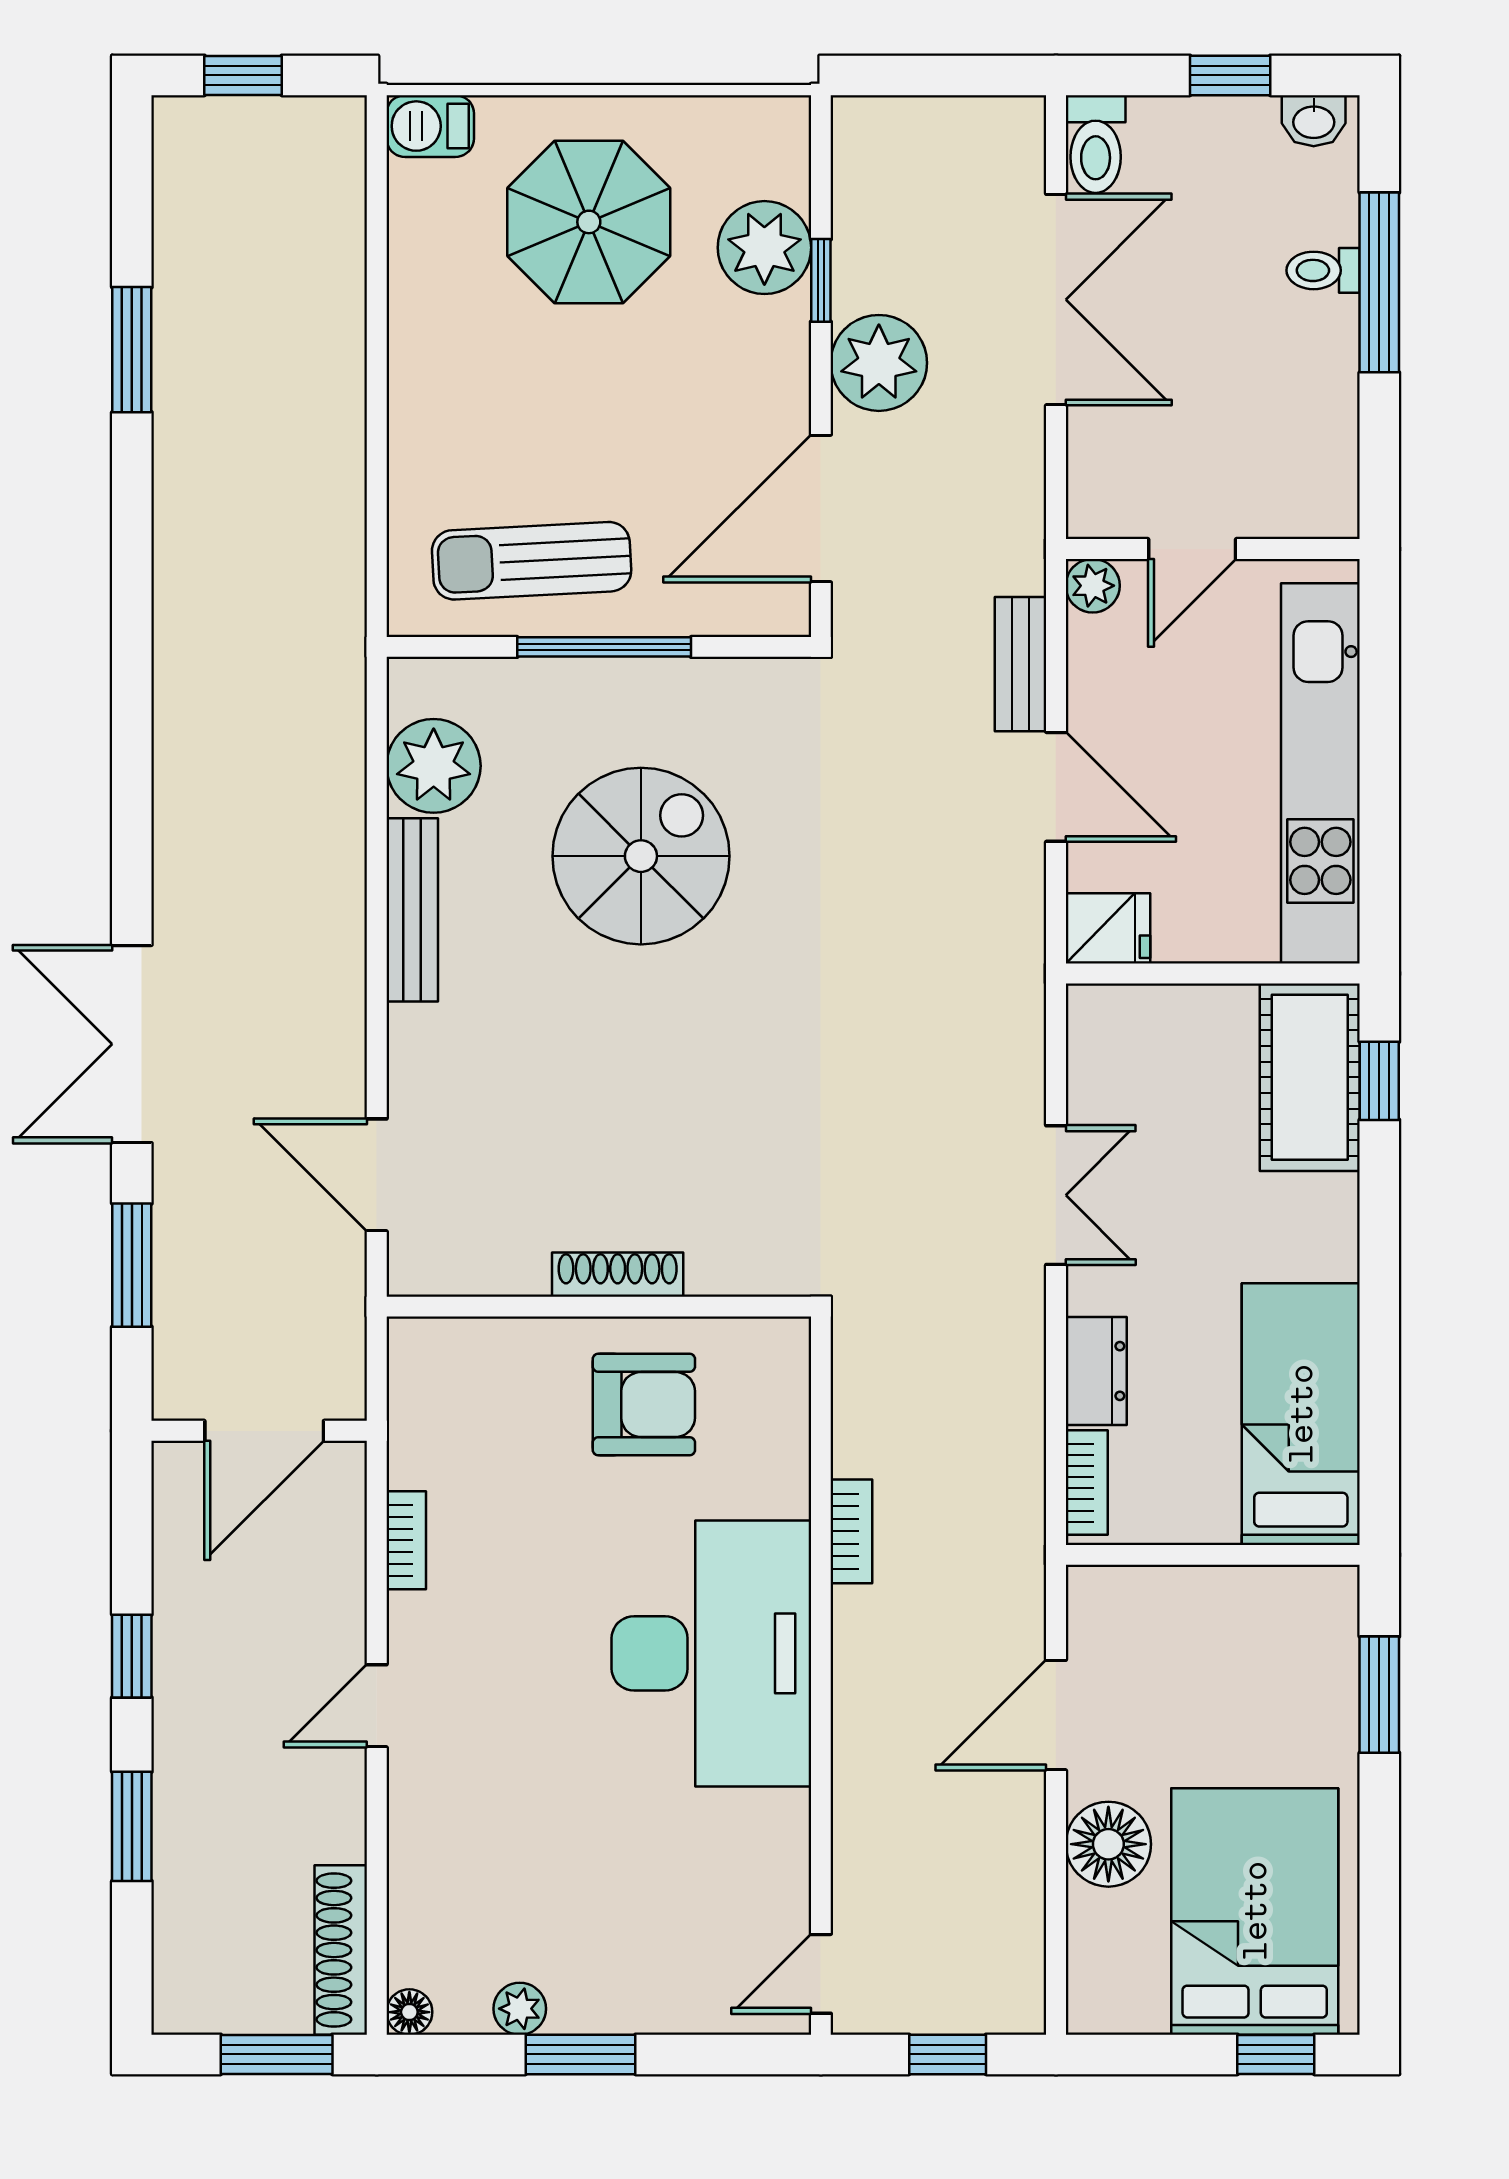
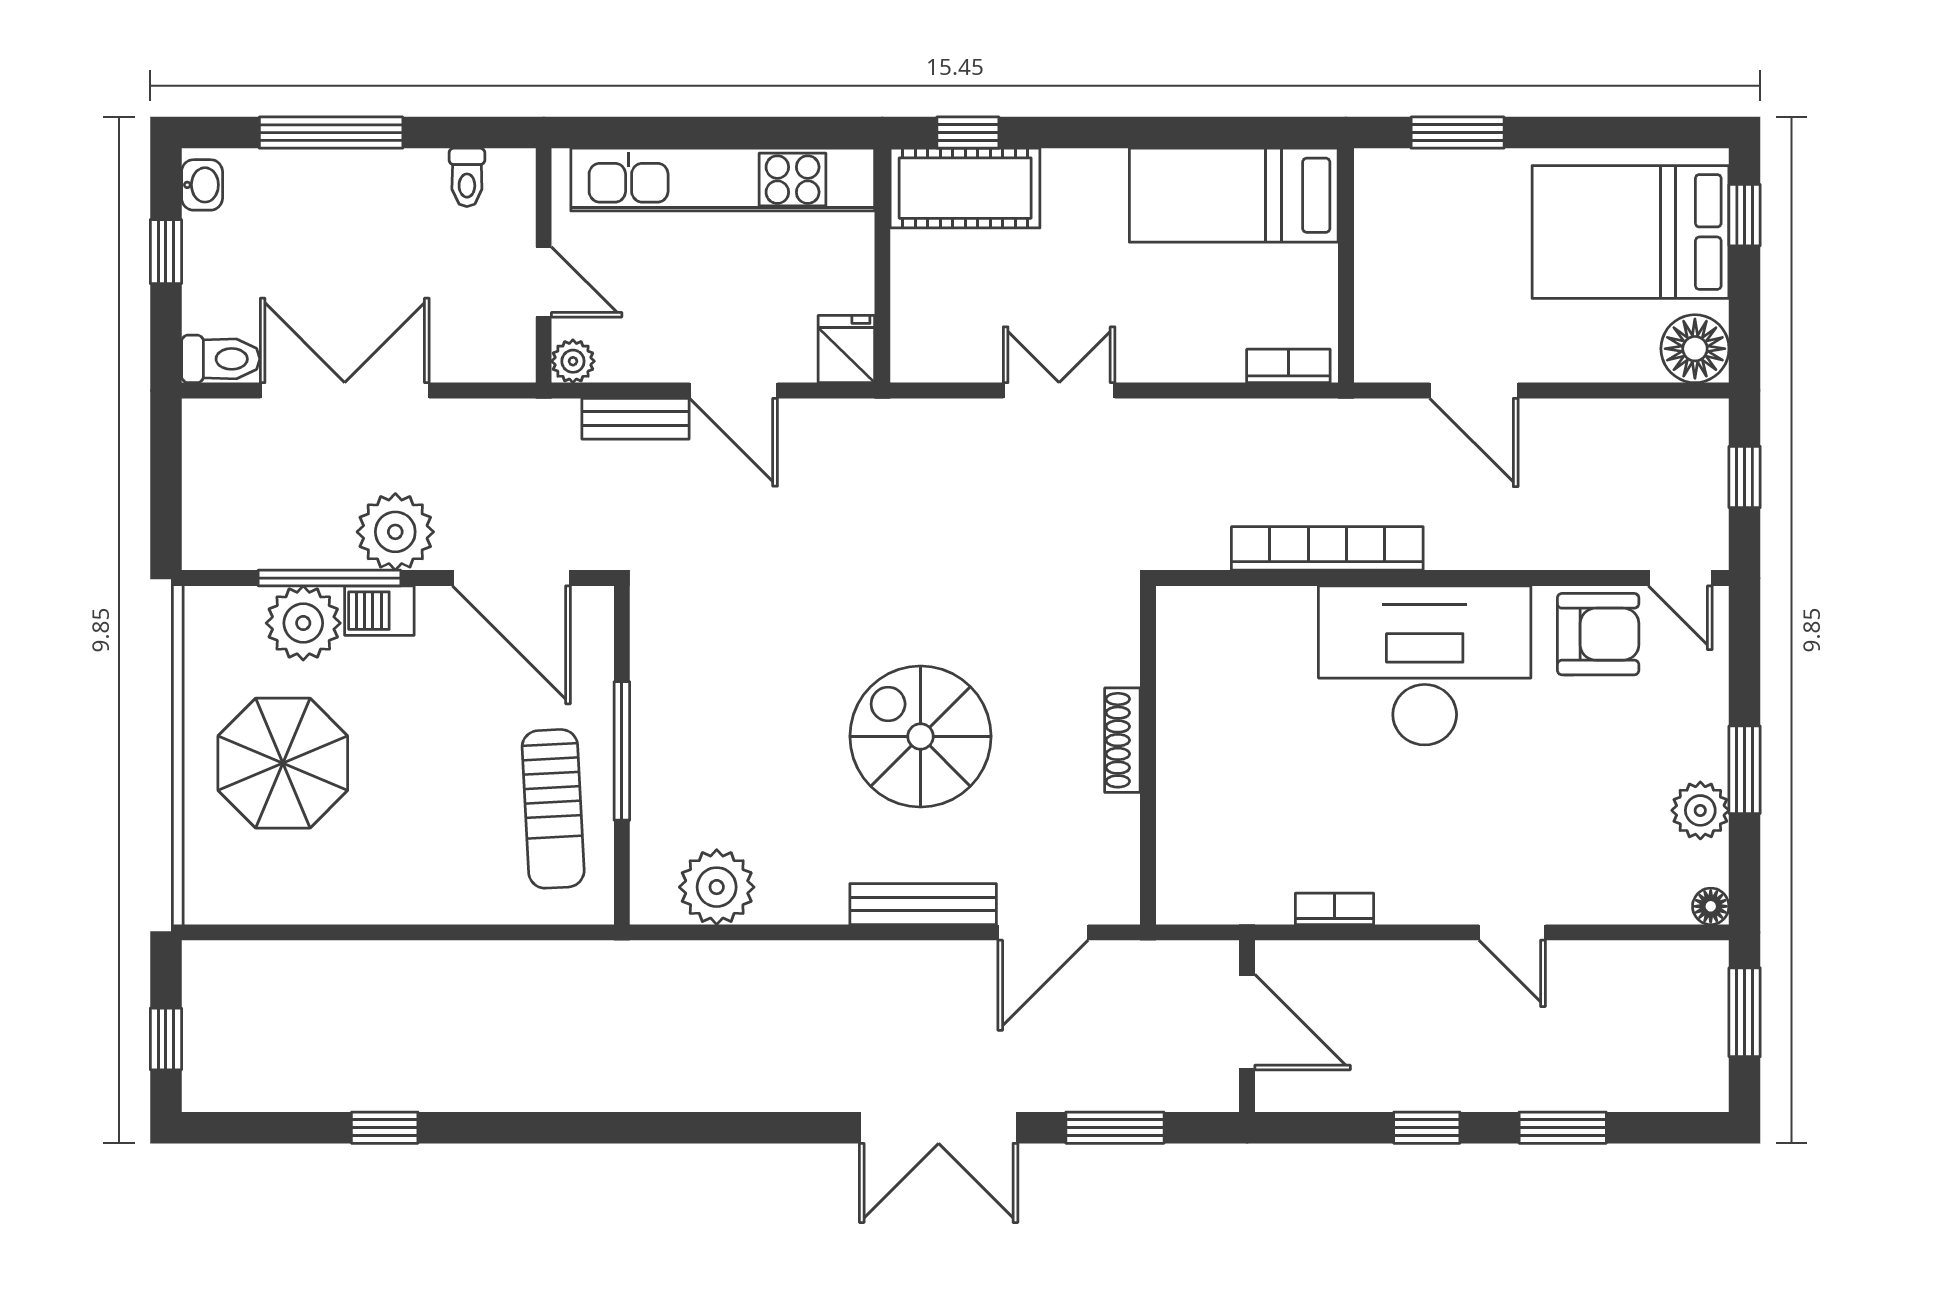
barbecue: (430, 126) -> (379, 611), moved, turned 90
toilet: (1323, 270) -> (467, 177), moved
window: (821, 280) -> (329, 578), width x2.17
window: (132, 350) -> (385, 1128), width x0.67
door: (1056, 787) -> (733, 390), swing flipped
spiral stairs: (641, 856) -> (921, 736), moved
bench: (412, 910) -> (923, 904), moved
dresser: (1096, 1371) -> (1199, 358), removed
armchair: (644, 1405) -> (1598, 634), moved, turned 90
bookcase: (851, 1531) -> (1327, 548), width x2.31, depth x1.31
door: (377, 1706) -> (1512, 932), moved
floor lamp: (1108, 1844) -> (1695, 349), moved
shoe rack: (341, 1950) -> (1661, 961), removed
plant: (520, 2009) -> (1700, 810), width x1.38, depth x1.38

